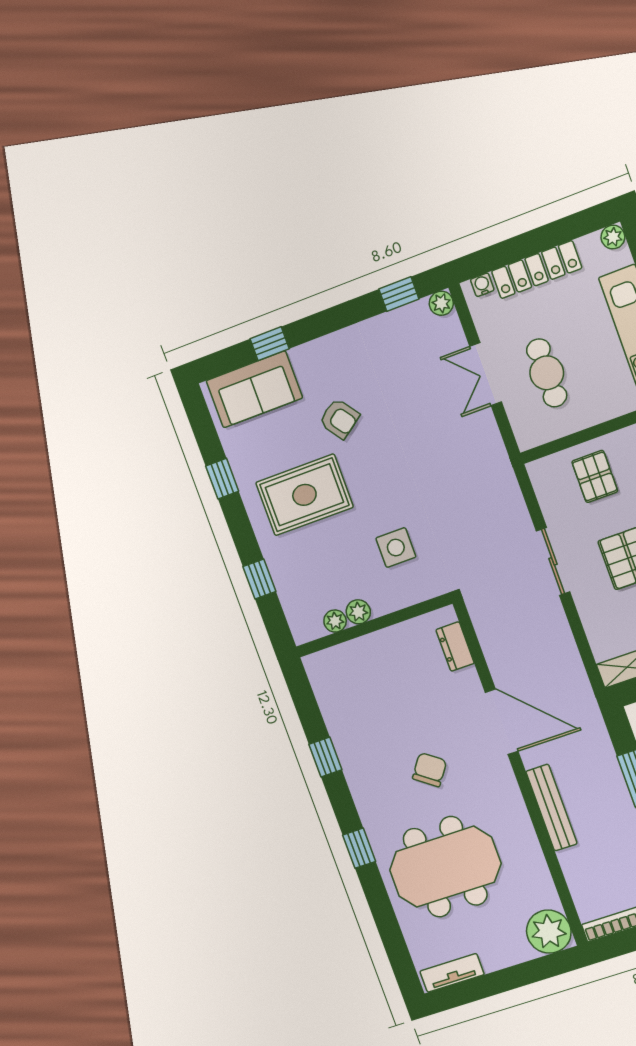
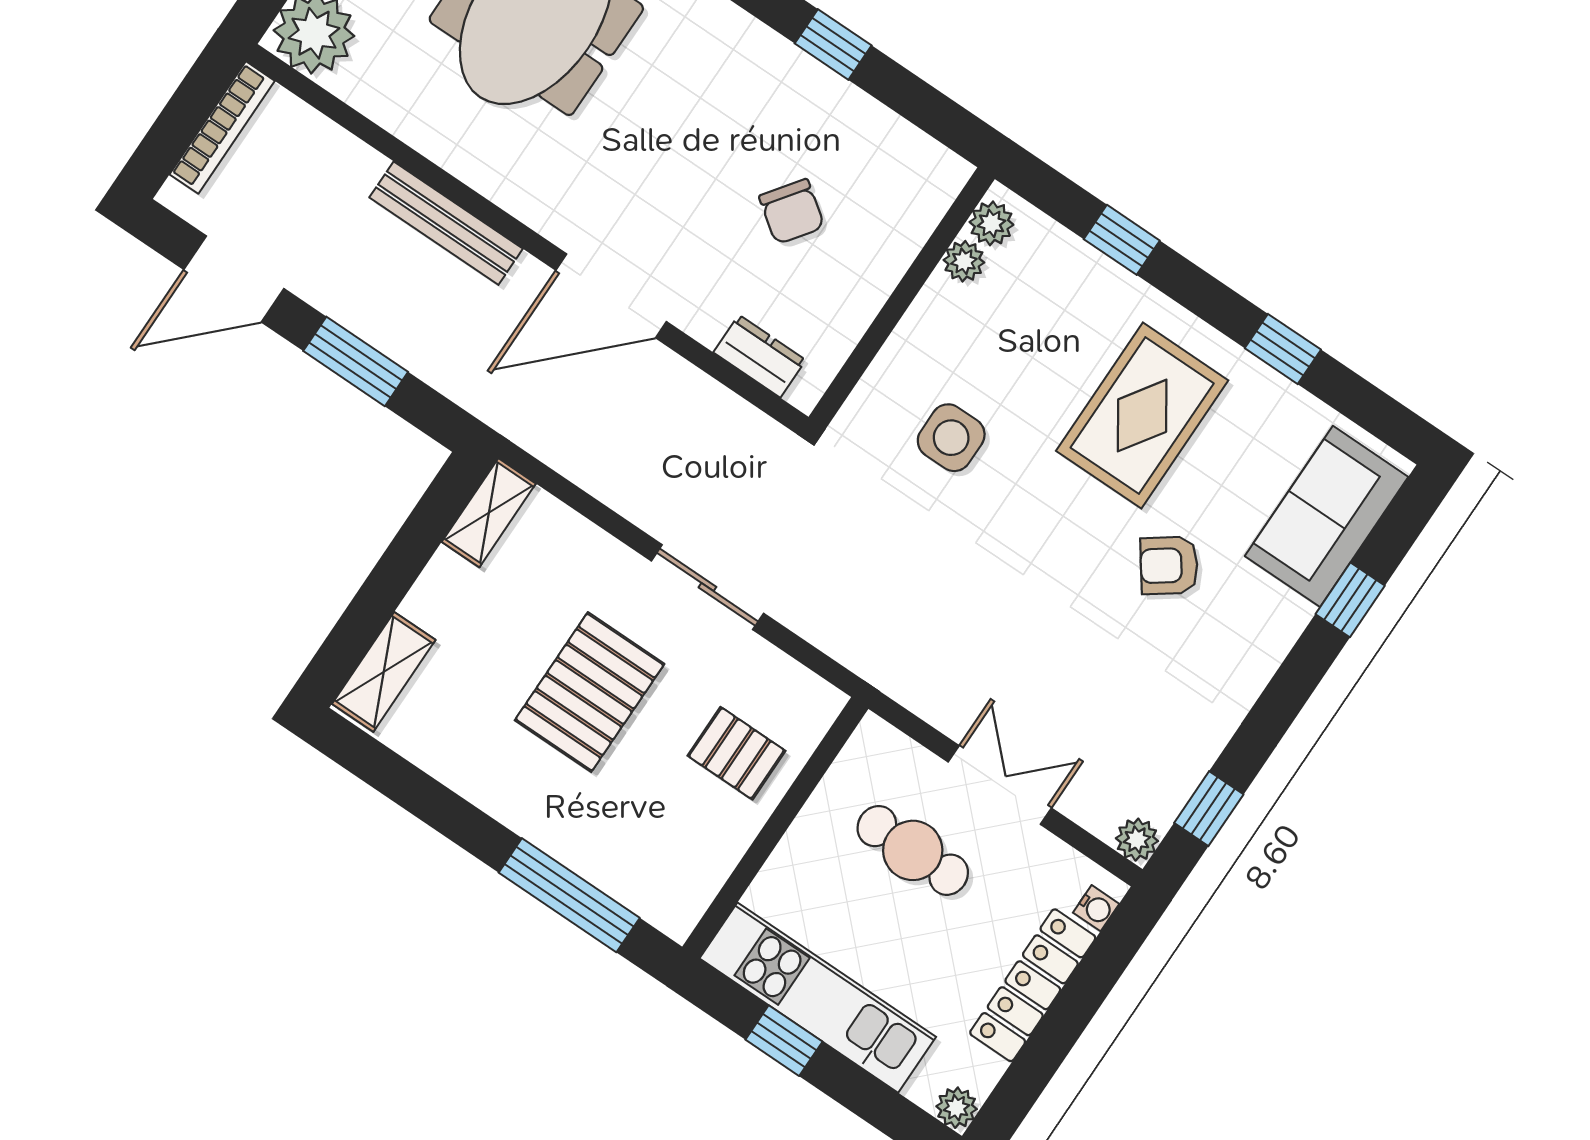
plant: (358, 612) -> (991, 223), moved
chair: (430, 770) -> (792, 212), moved

